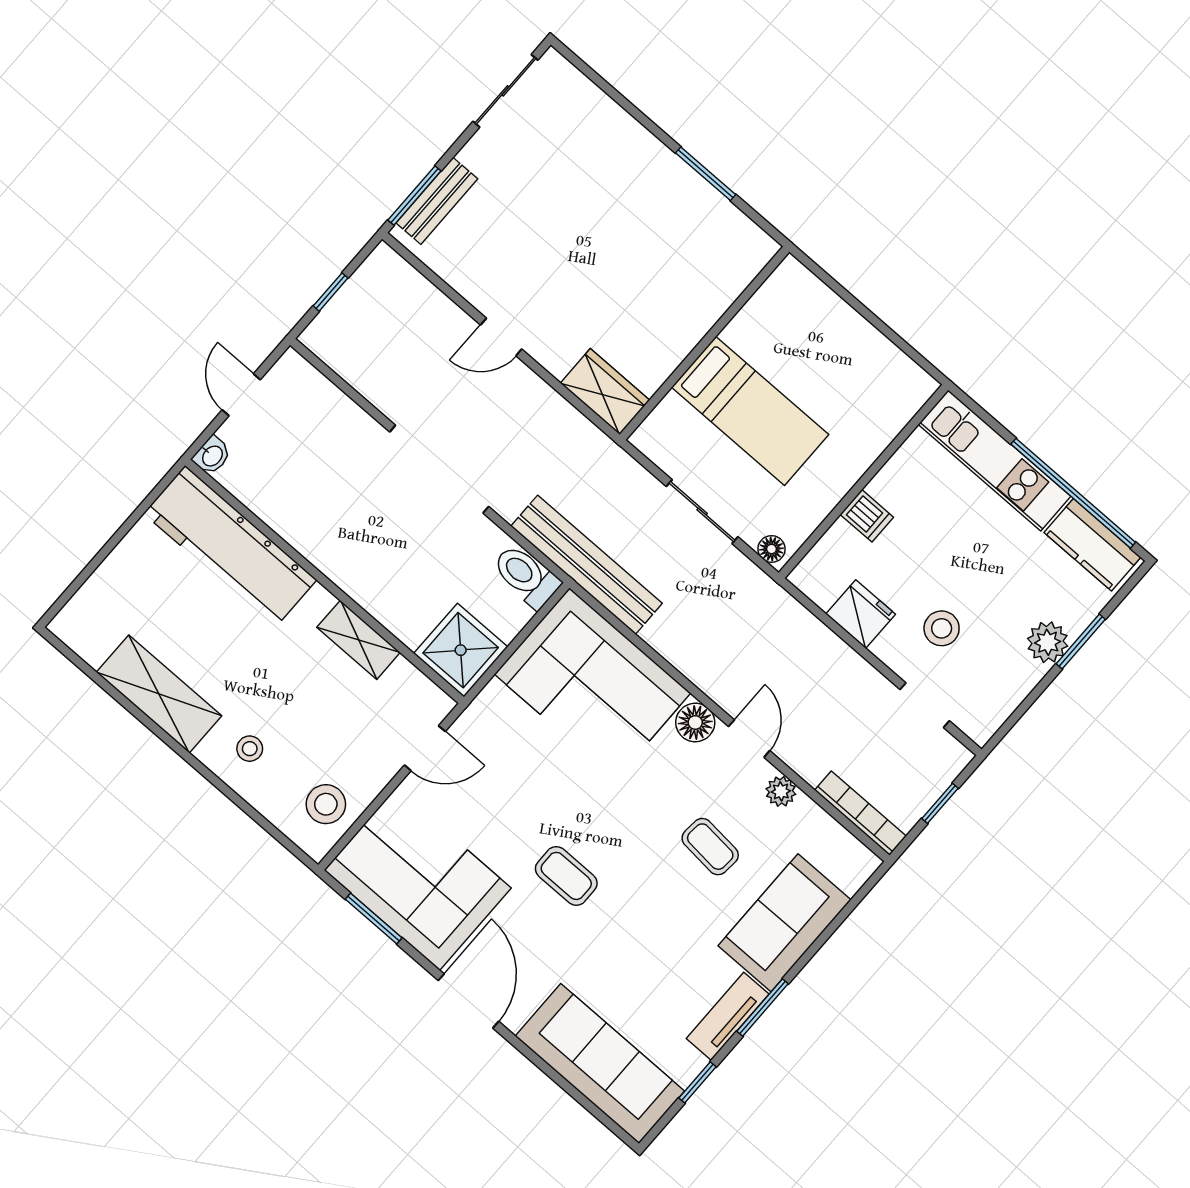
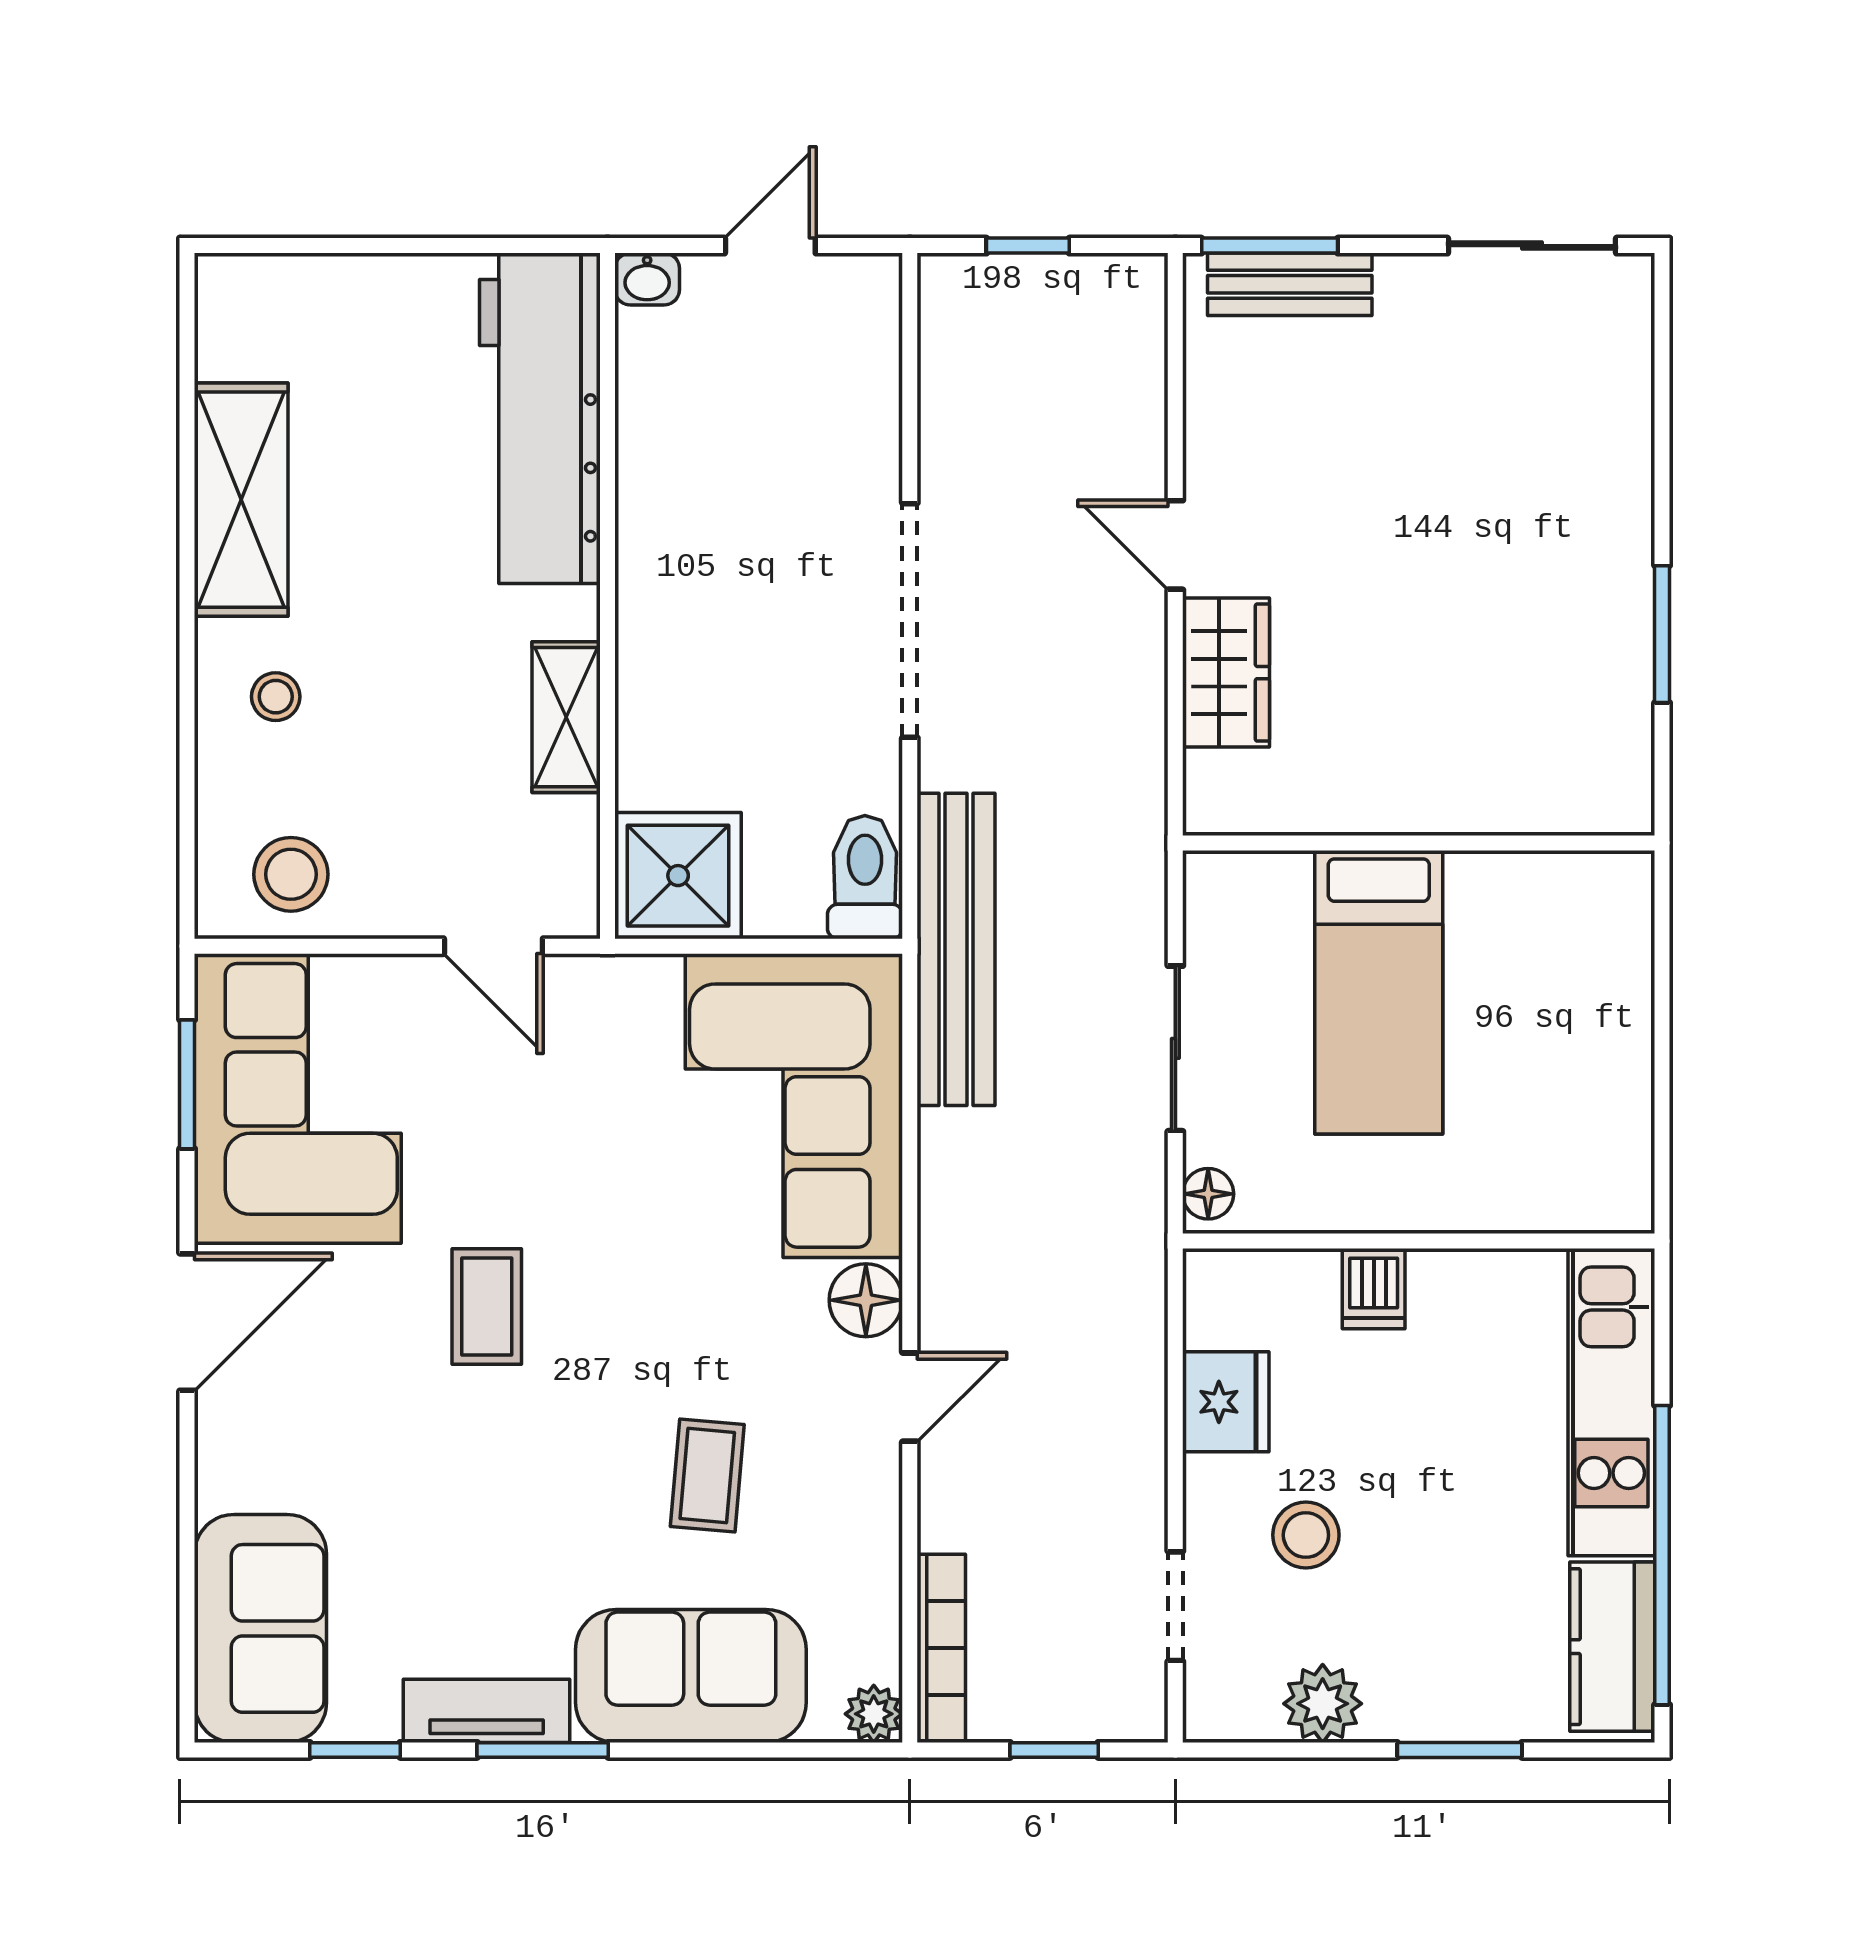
wardrobe: (605, 392) -> (1226, 673), moved
plant: (1048, 642) -> (1323, 1704), moved
plant: (781, 791) -> (874, 1714), moved
sofa: (600, 1064) -> (260, 1628), width x0.73

